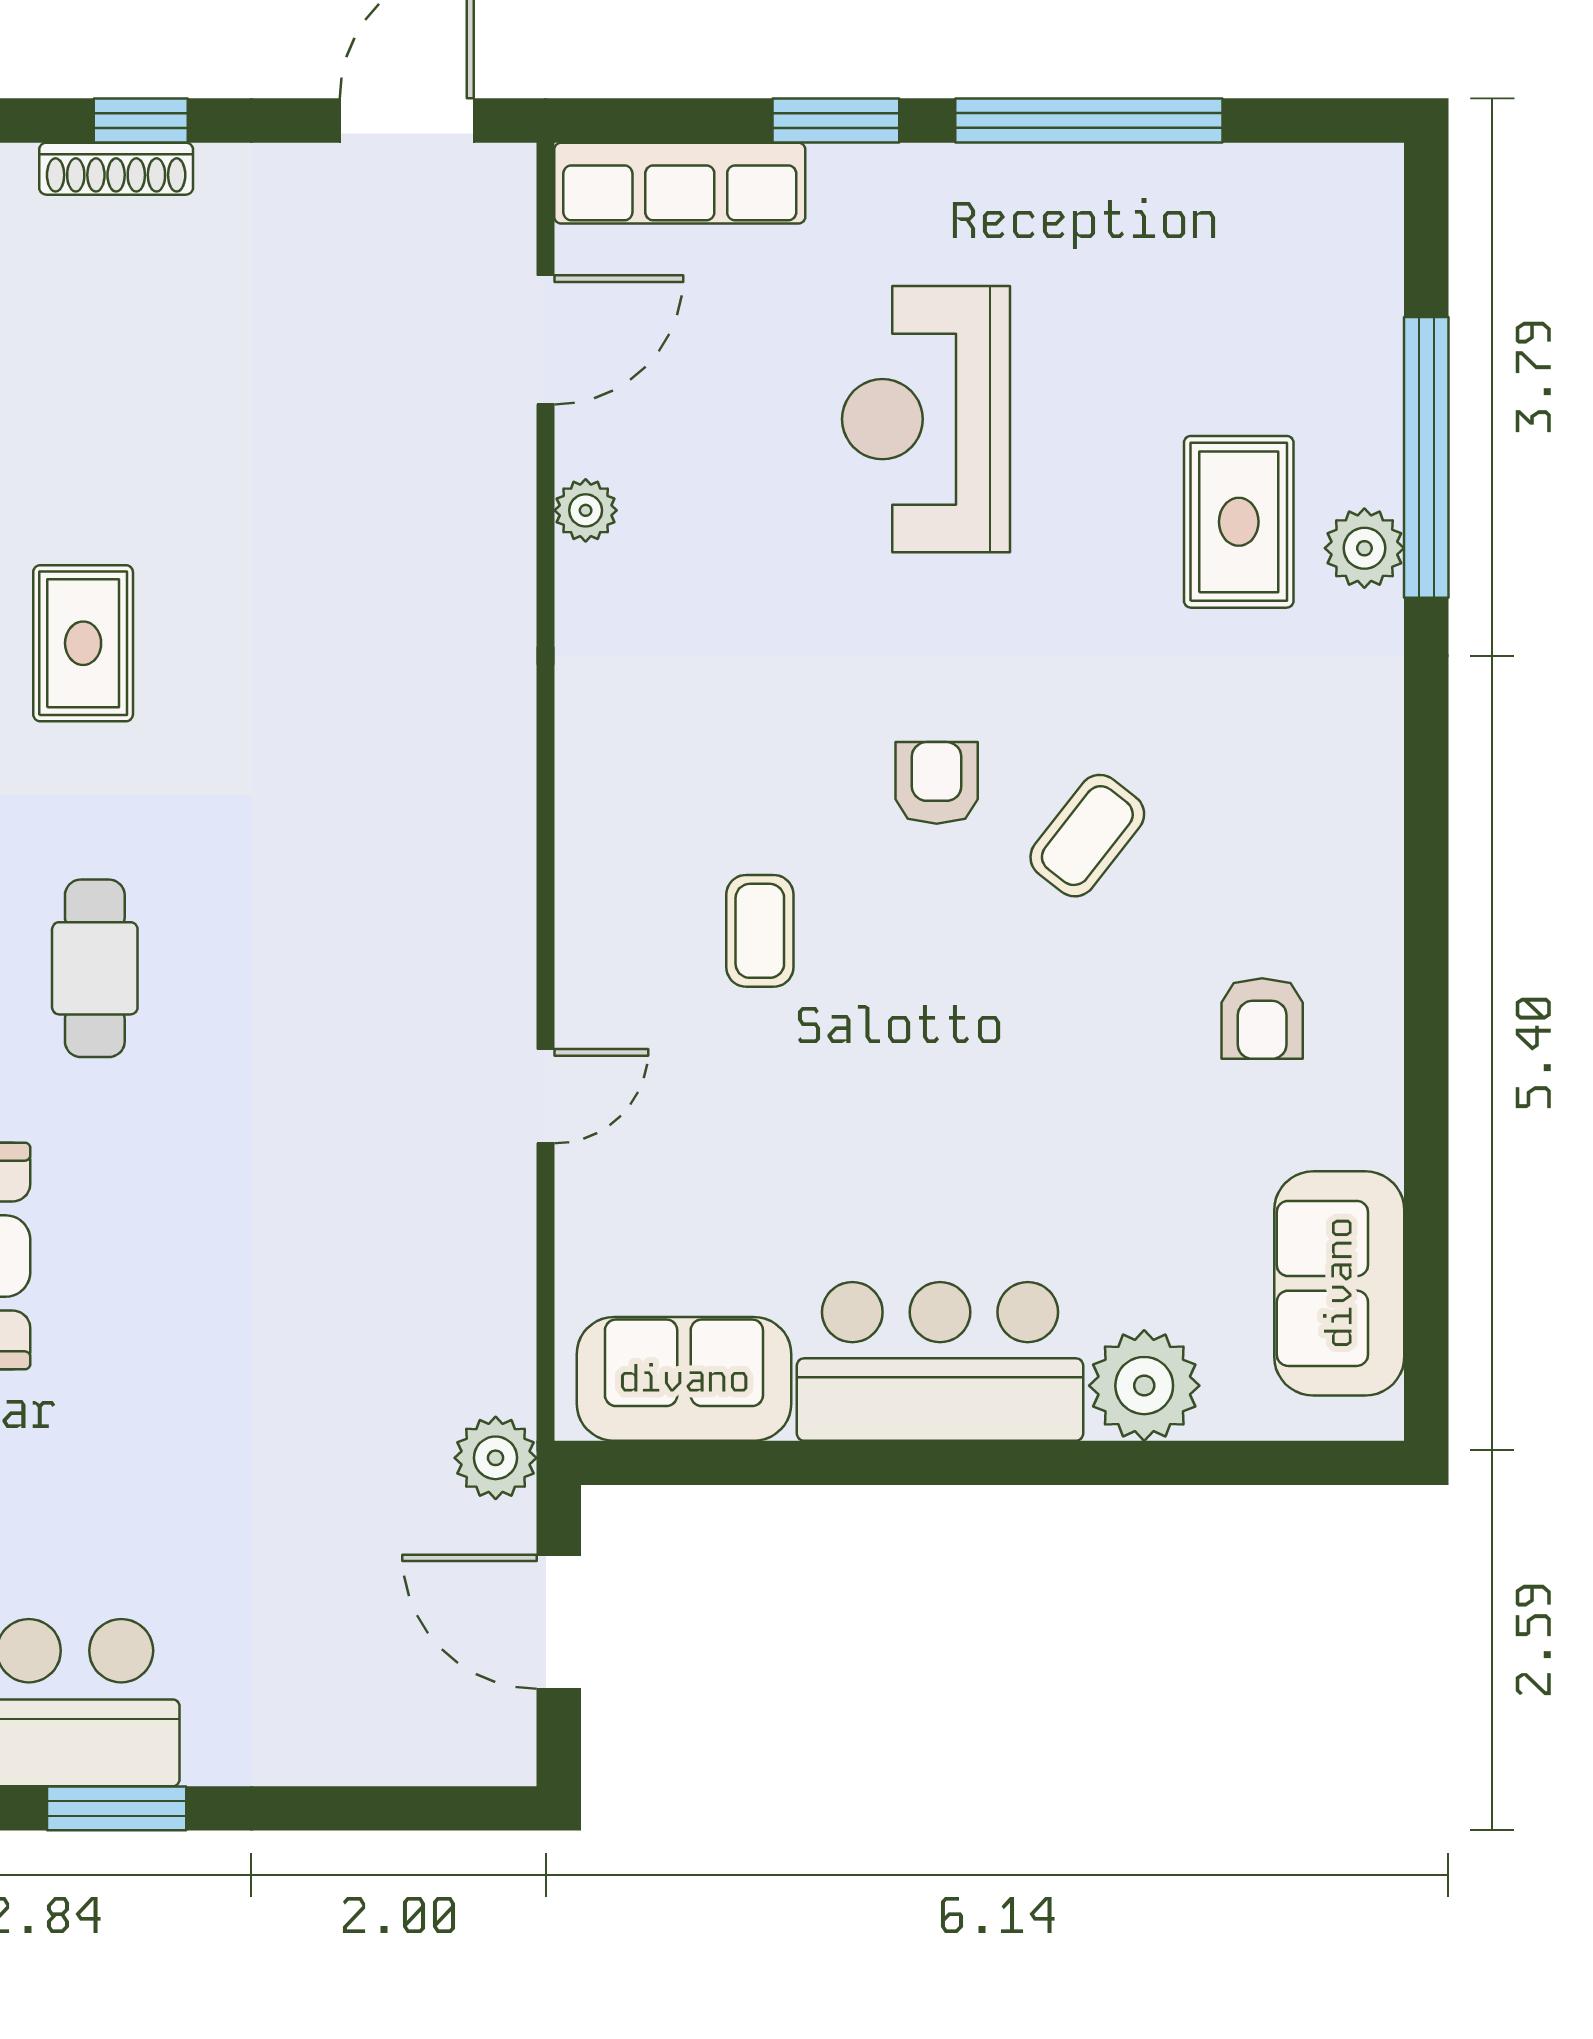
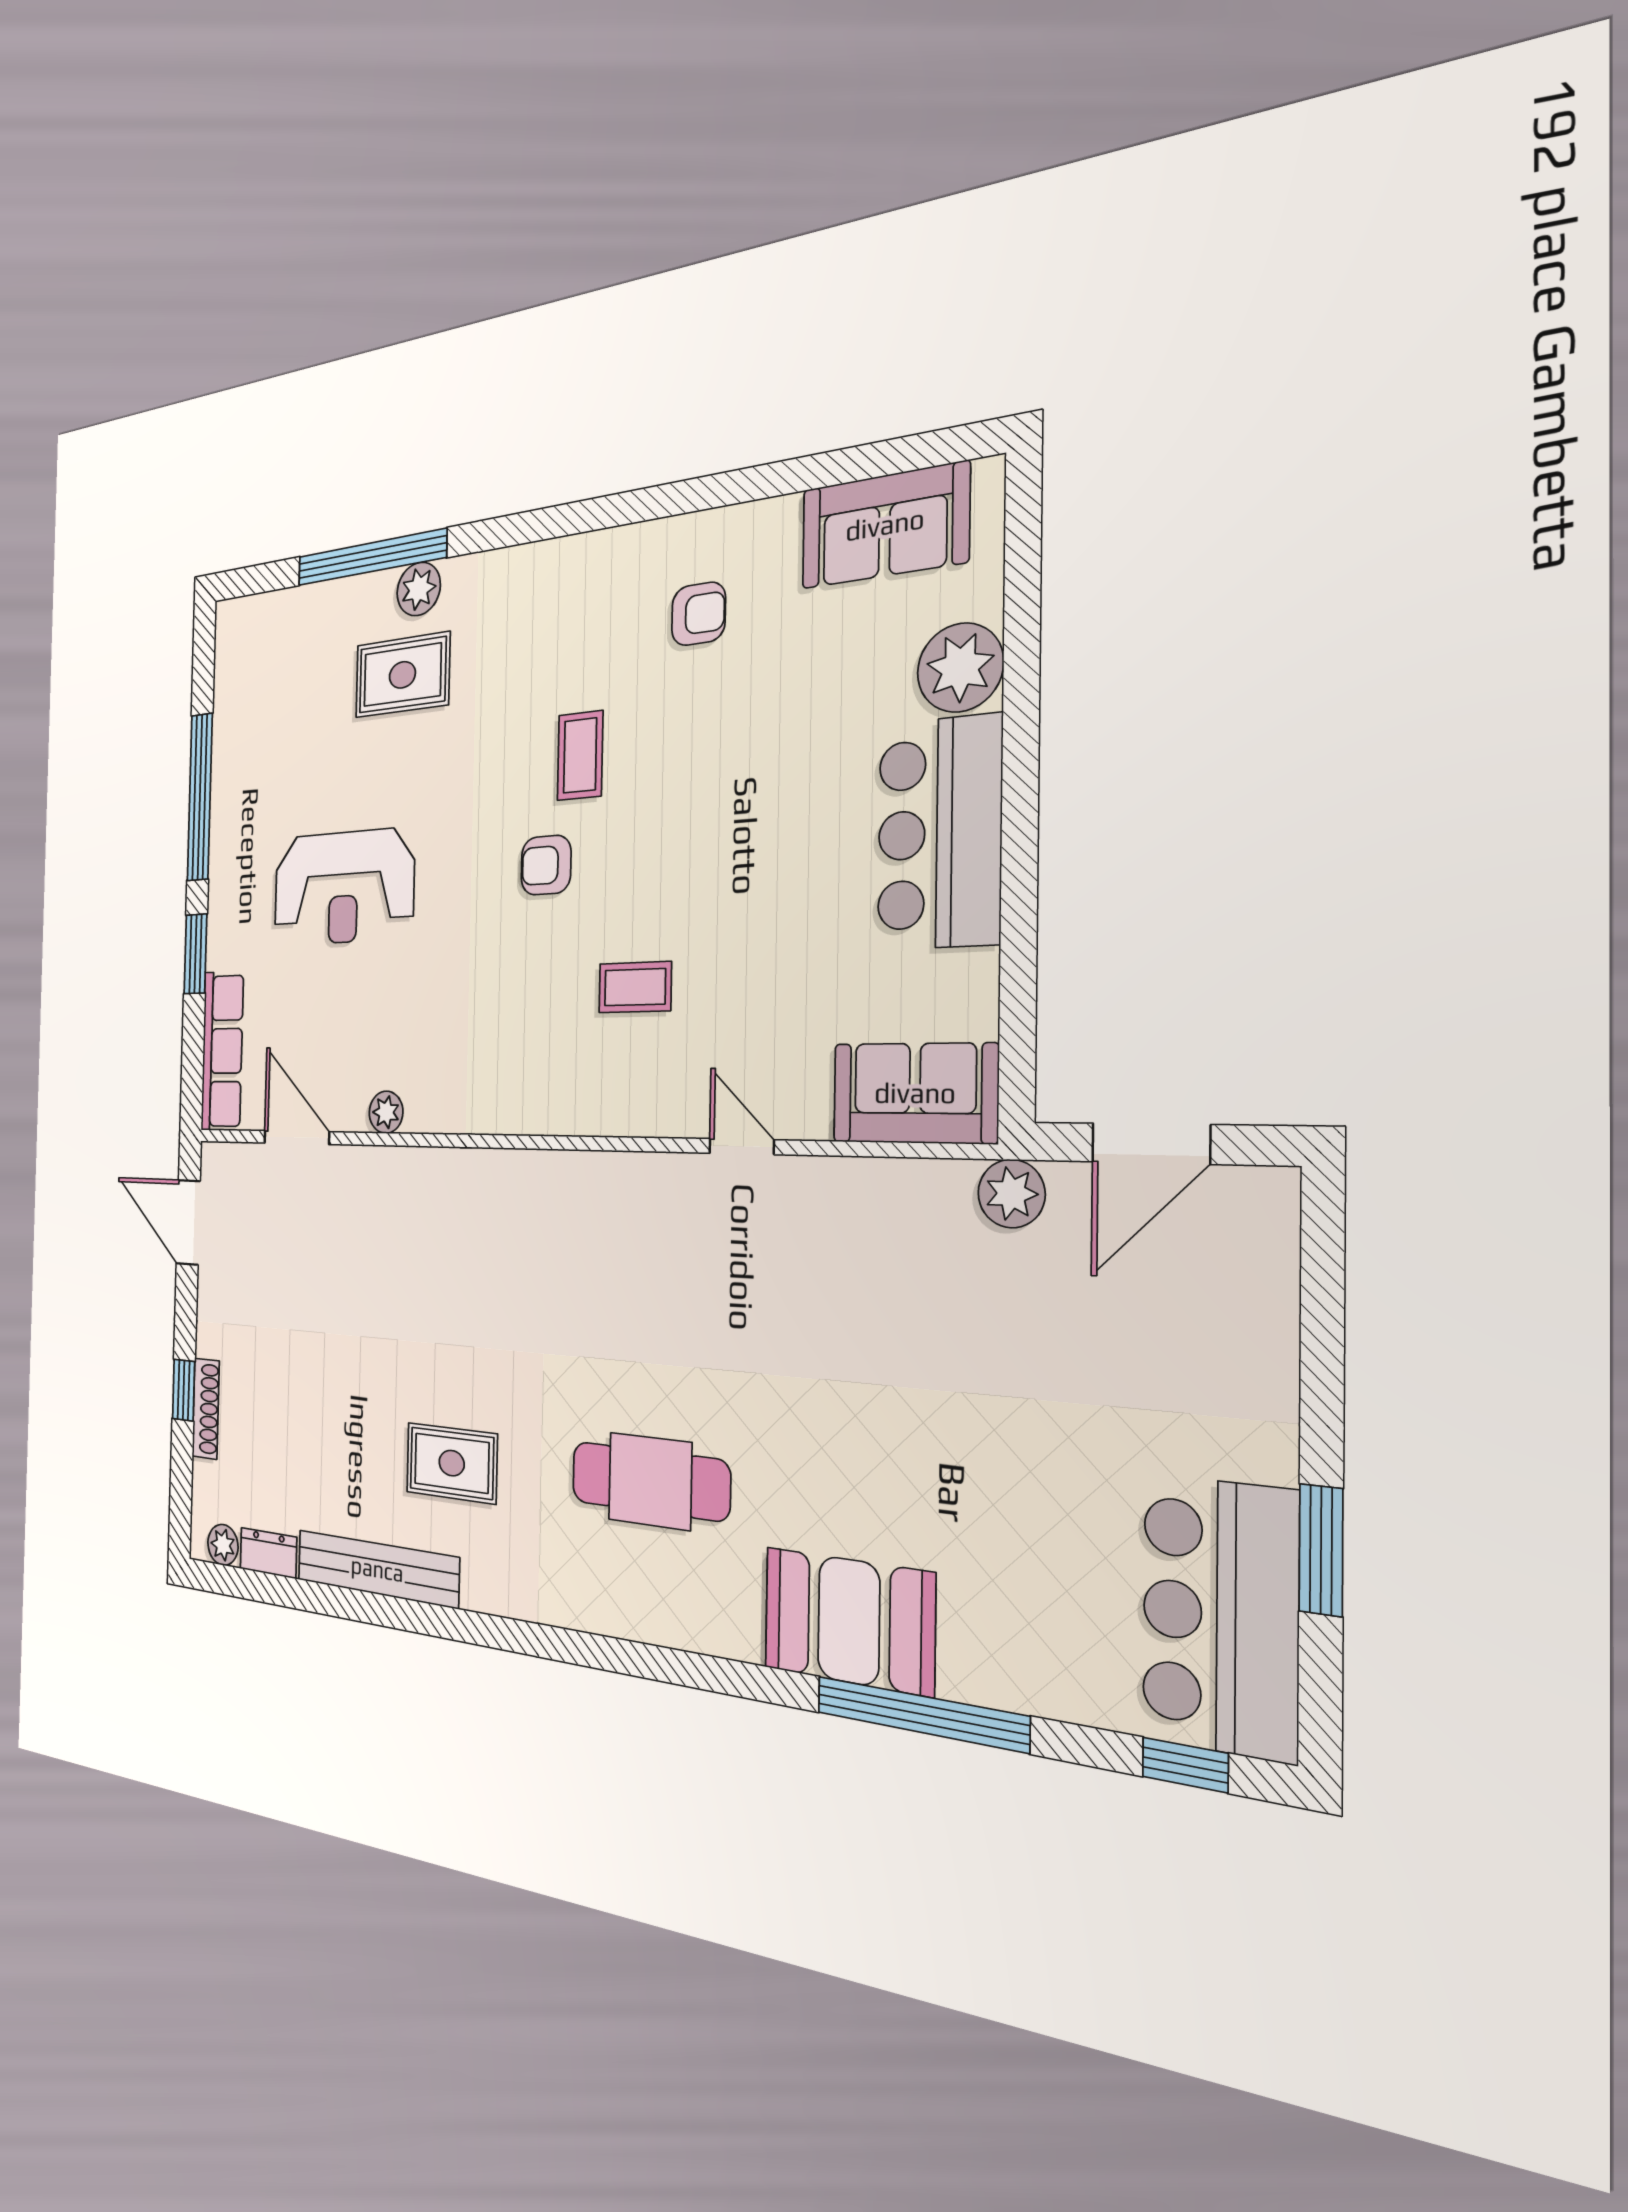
coffee table: (1087, 836) -> (580, 756), turned 52
cafe table: (95, 968) -> (650, 1481), width x1.37, depth x1.35
sofa: (684, 1379) -> (915, 1093), moved, turned 90

